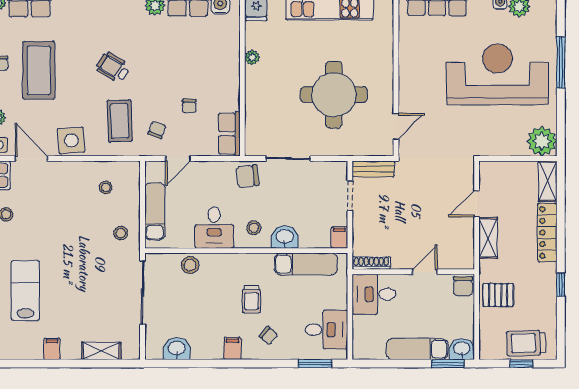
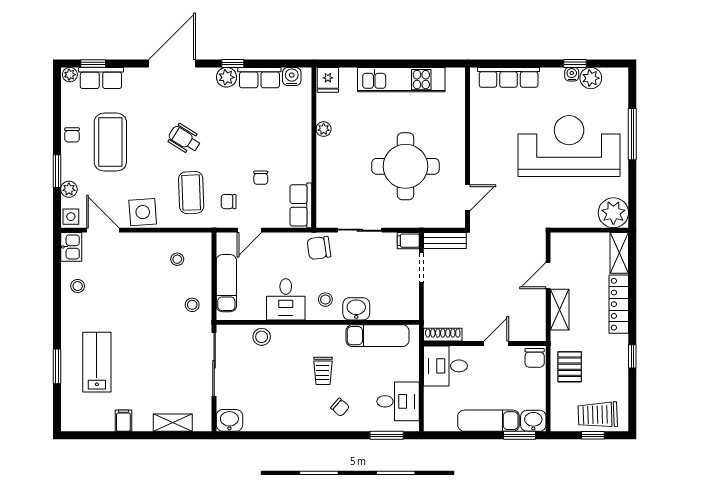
chair: (157, 130) -> (229, 202), turned -111
filing cabinet: (339, 237) -> (408, 241), moved, turned -90
pallet: (498, 295) -> (570, 367), turned 90
filing cabinet: (232, 348) -> (304, 420), removed
washbasin: (177, 349) -> (229, 420), moved

